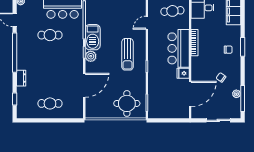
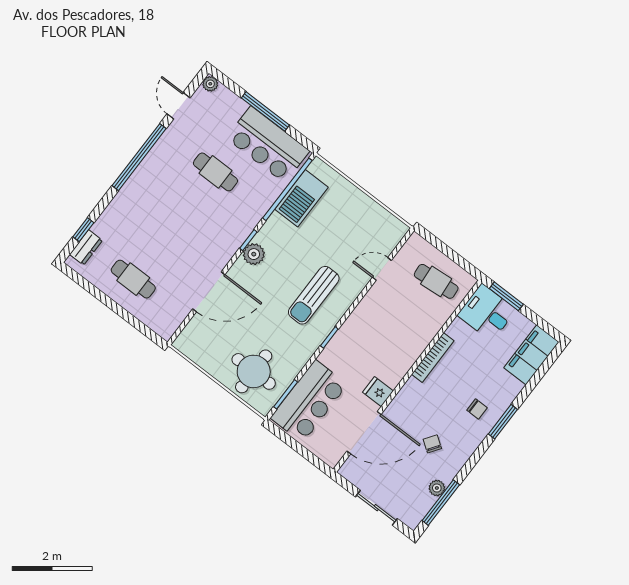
barbecue: (93, 37) -> (301, 198), moved
bar counter: (179, 48) -> (309, 401), moved, turned 180
dresser: (21, 78) -> (86, 247), moved

